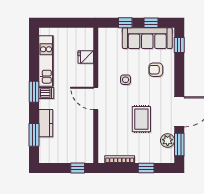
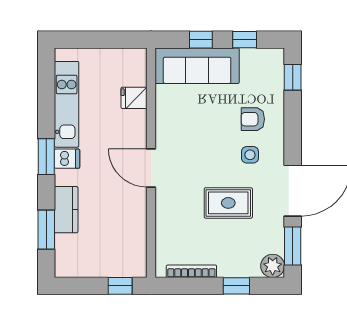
sofa: (147, 38) -> (197, 66), moved
side table: (126, 80) -> (250, 155), moved
rug: (141, 119) -> (228, 203), turned 90
plant: (168, 140) -> (273, 266), moved

